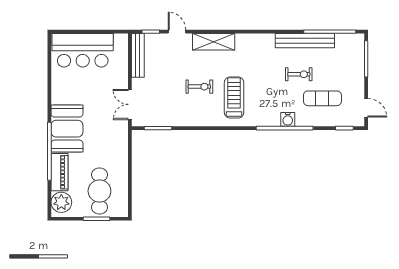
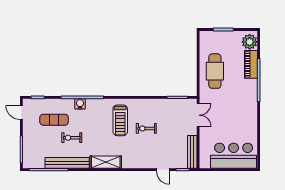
shelving: (214, 42) -> (106, 162), moved
booth: (67, 129) -> (245, 97), removed
cafe table: (99, 191) -> (215, 71), moved

